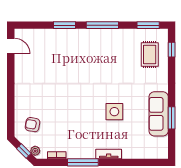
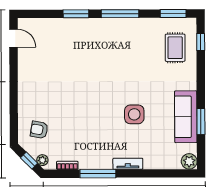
plant: (161, 152) -> (189, 161), added

